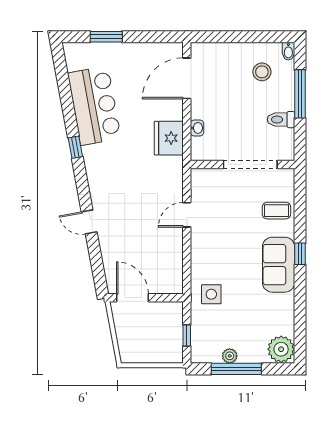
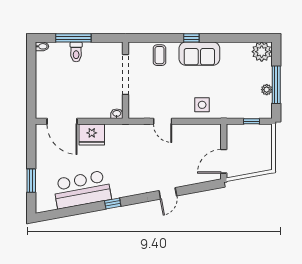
stool: (262, 72) -> (57, 66), removed
toilet: (281, 120) -> (76, 52), moved
washbasin: (197, 128) -> (117, 114), moved
fridge: (169, 138) -> (92, 135), moved
side table: (211, 294) -> (202, 105), moved

